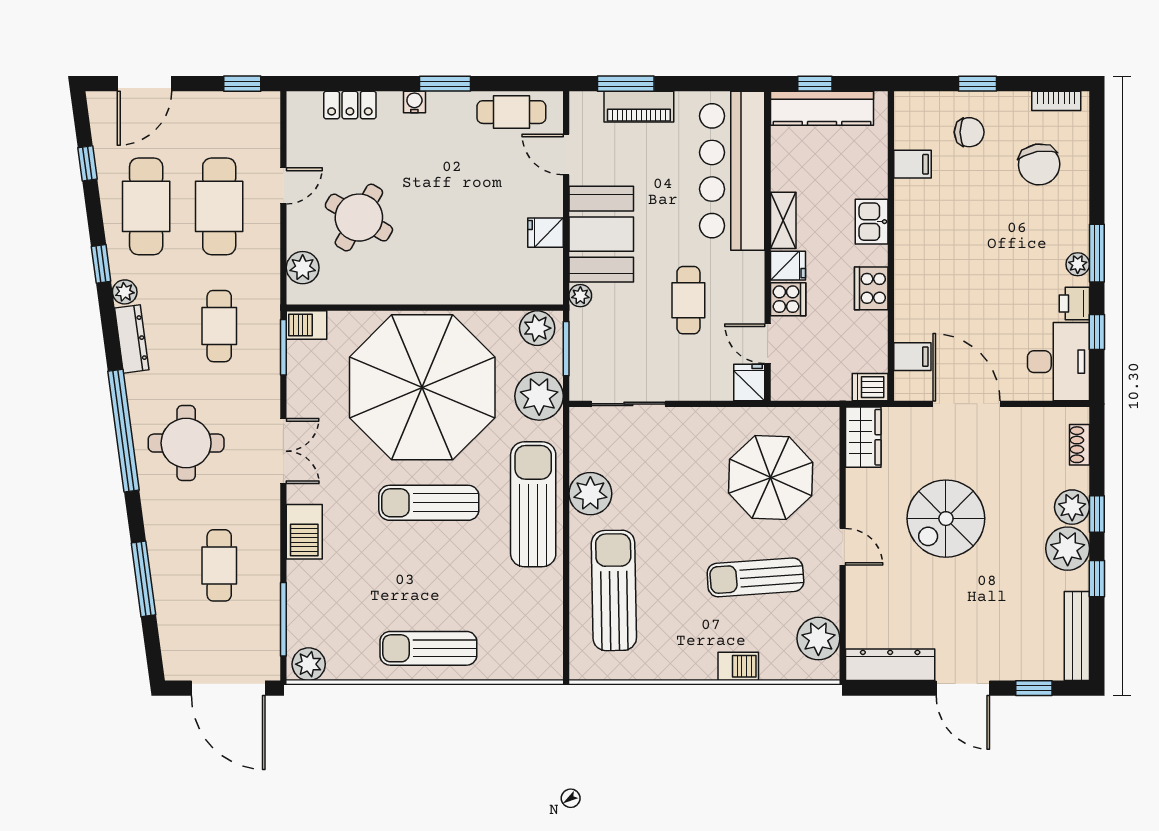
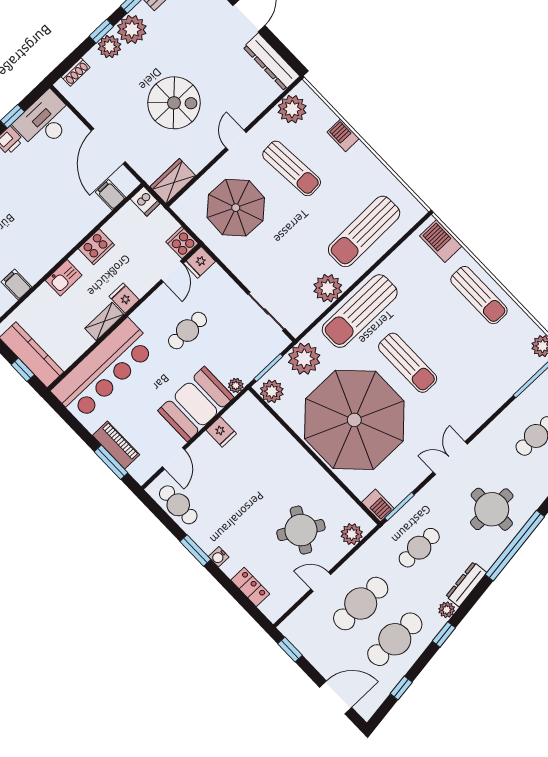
cooker: (788, 299) -> (182, 243), moved
barbecue: (304, 532) -> (441, 241), moved, turned -90

